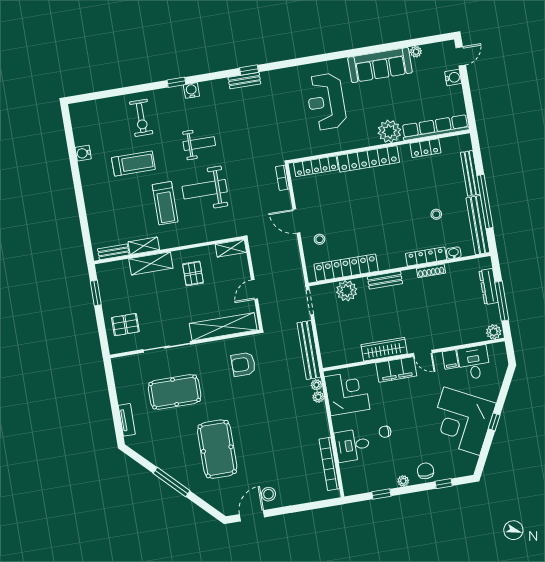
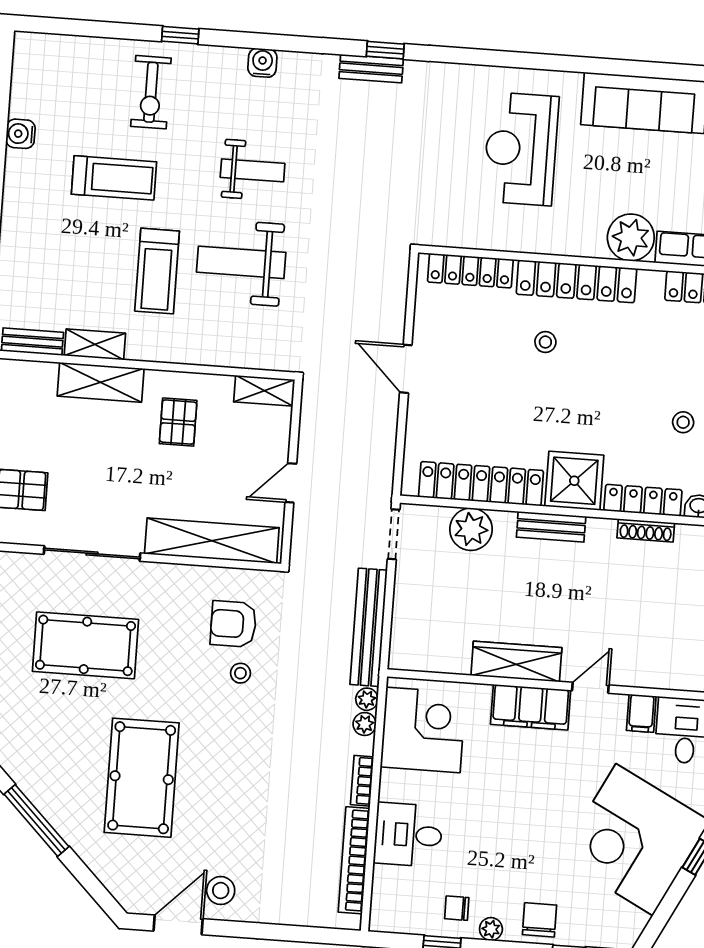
window: (176, 82) -> (180, 35), moved
bookcase: (282, 178) -> (362, 781), moved
stool: (320, 239) -> (545, 342), moved
shower: (391, 255) -> (574, 481), added
door: (423, 353) -> (590, 688), swing flipped
stool: (252, 387) -> (240, 673), added
chair: (385, 432) -> (457, 908), moved

